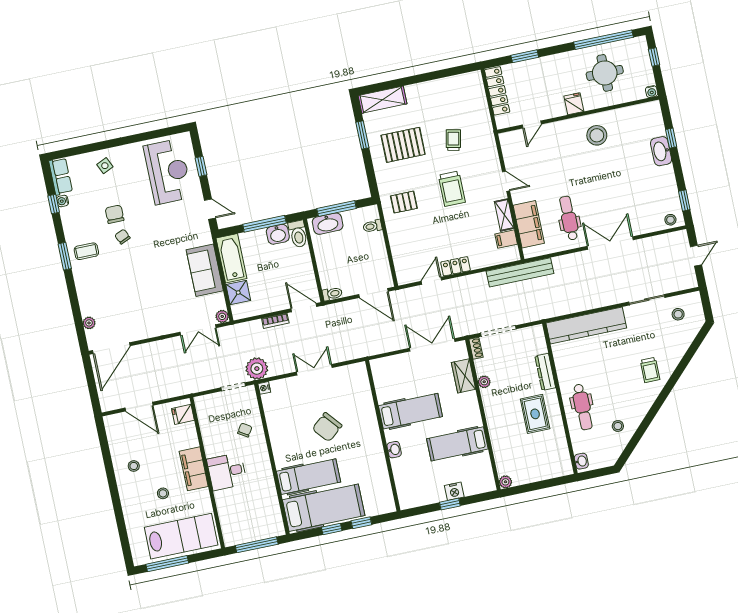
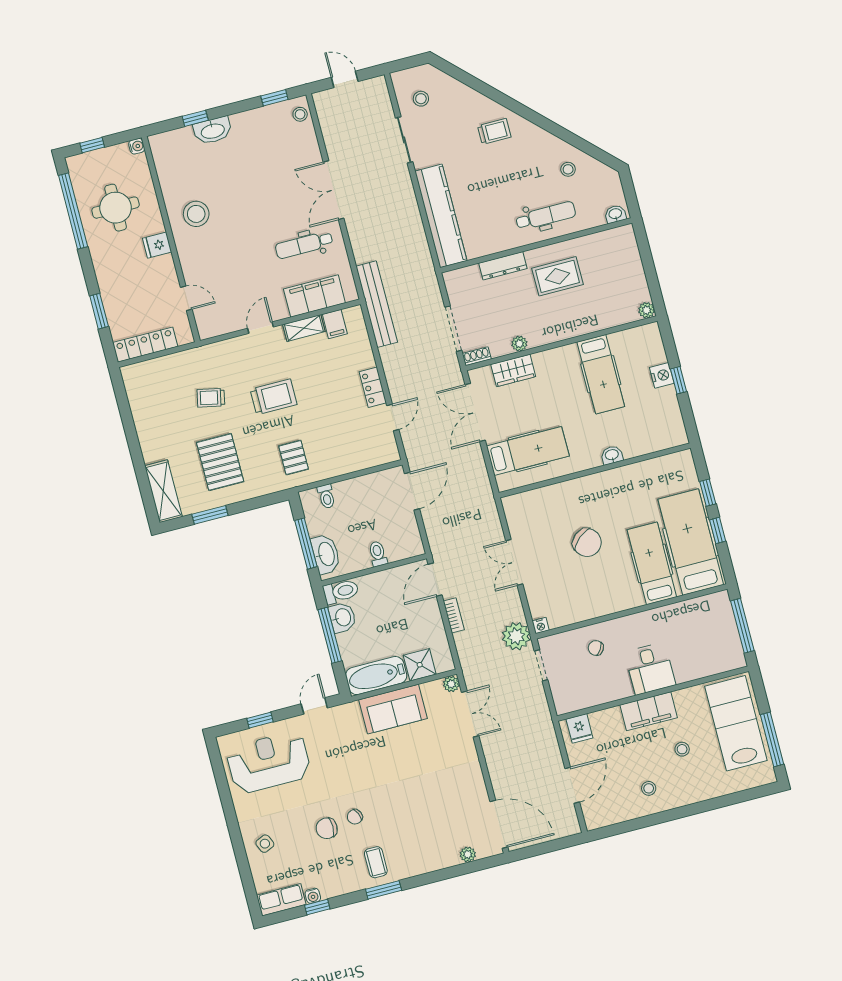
door: (431, 281) -> (393, 417), swing flipped
toilet: (332, 294) -> (378, 554), moved
hospital bed: (410, 411) -> (528, 451), moved, turned 90

